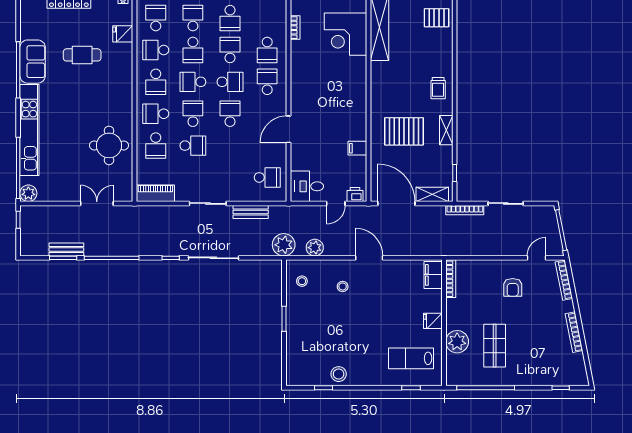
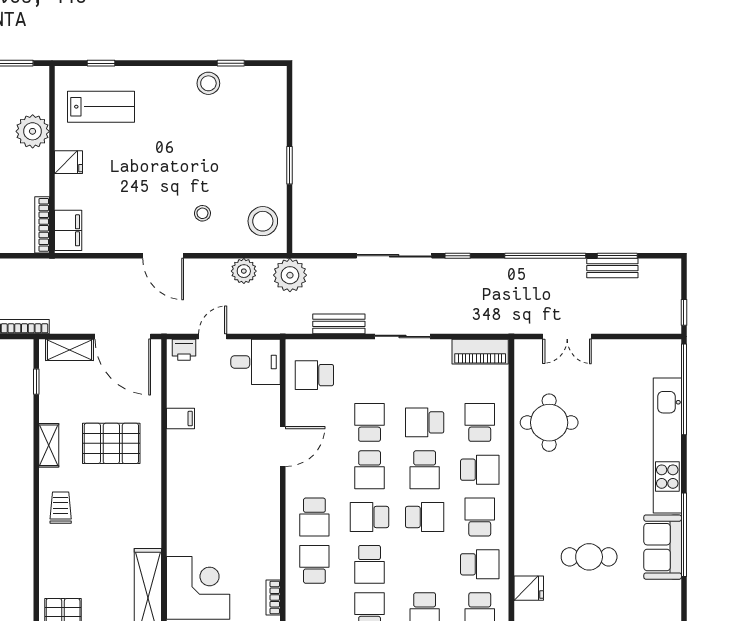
school desk: (193, 50) -> (370, 422), moved
plant: (28, 193) -> (669, 352), removed
stool: (302, 281) -> (263, 221), width x1.89, depth x1.89

